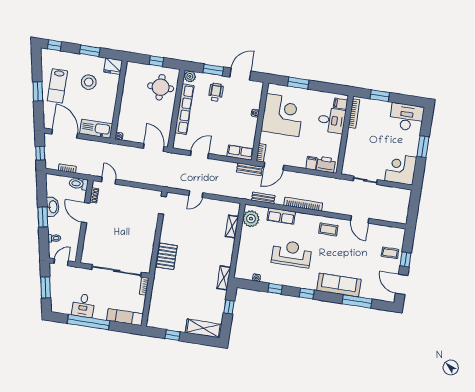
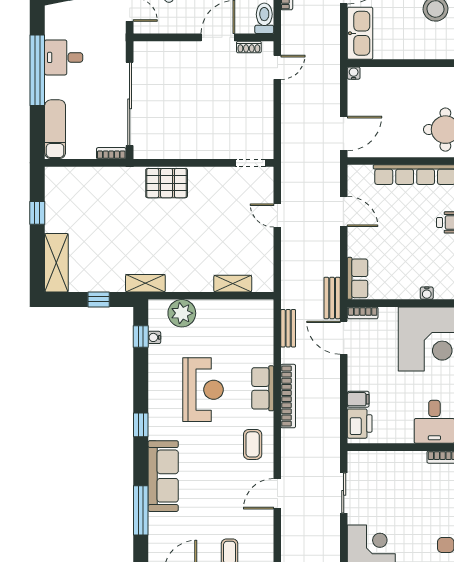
row of seats: (281, 216) -> (263, 388), moved
plant: (251, 219) -> (182, 313), moved
window: (275, 289) -> (141, 337), moved

